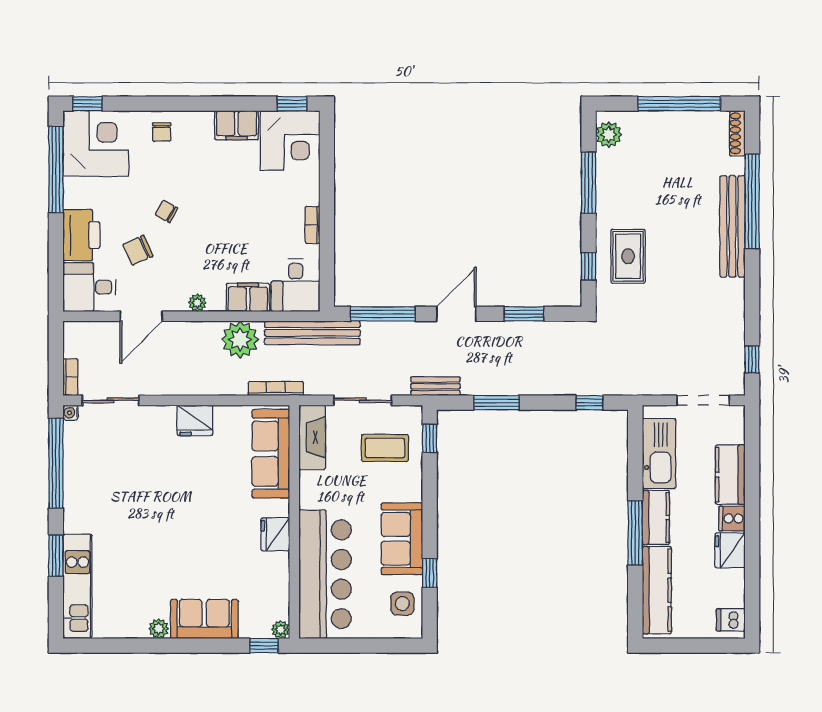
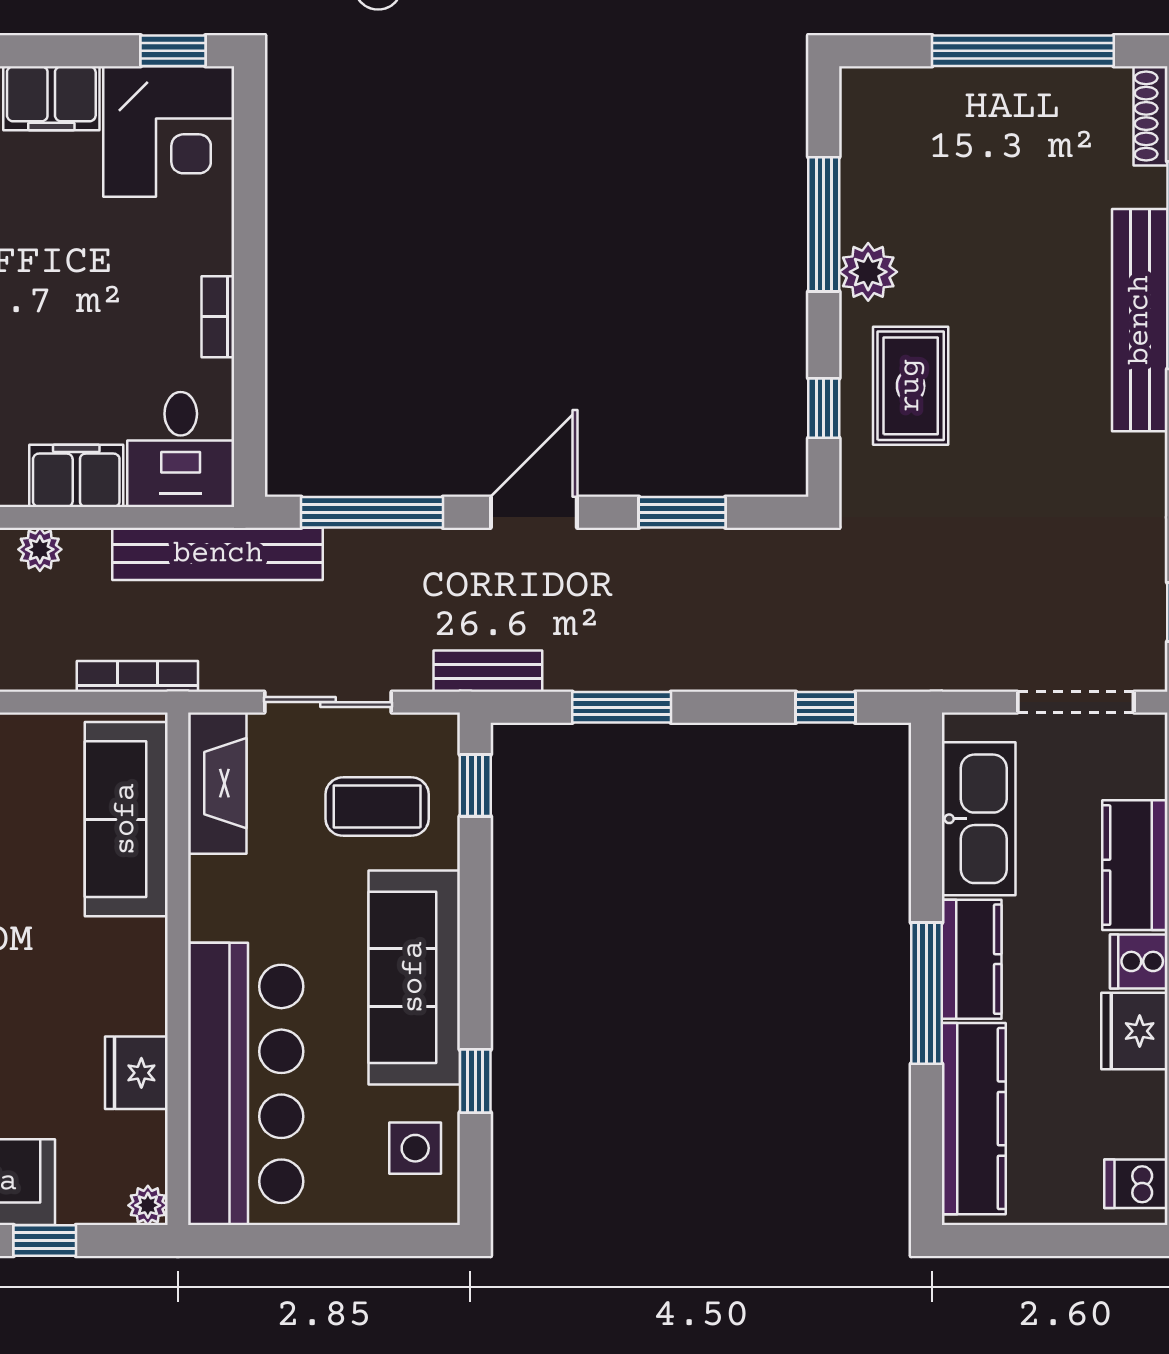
plant: (609, 135) -> (868, 272), moved
plant: (240, 340) -> (40, 549), width x0.53, depth x0.53
fridge: (275, 534) -> (136, 1073), moved
sofa: (402, 539) -> (414, 977), width x1.36
window: (264, 646) -> (45, 1240), moved

